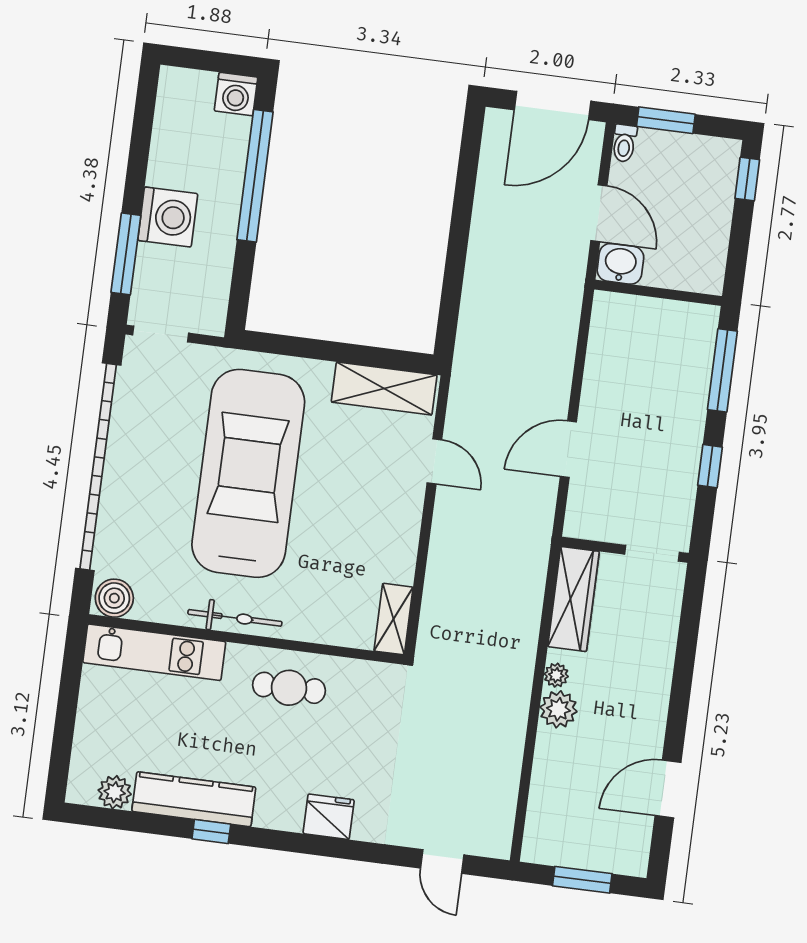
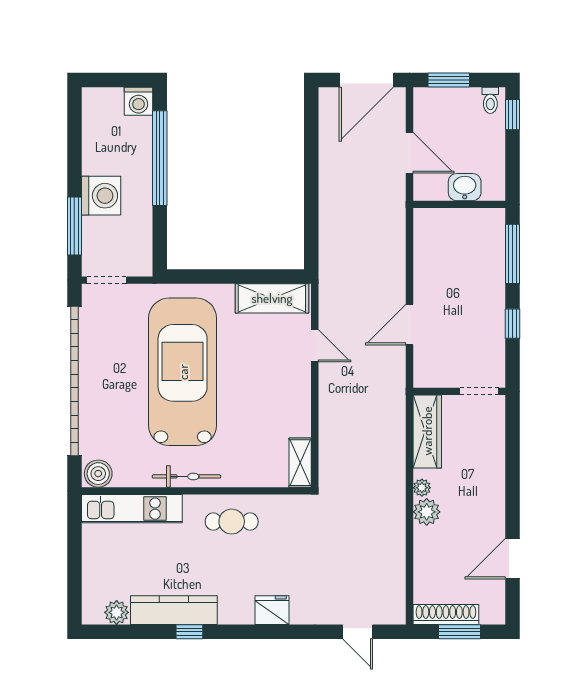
toilet: (624, 143) -> (490, 100), moved
washbasin: (620, 264) -> (465, 187), moved
shoe rack: (567, 854) -> (446, 614), added

